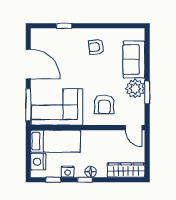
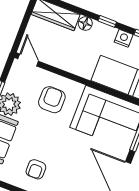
armchair: (96, 47) -> (36, 169), turned 97
floor lamp: (91, 172) -> (85, 24), moved

